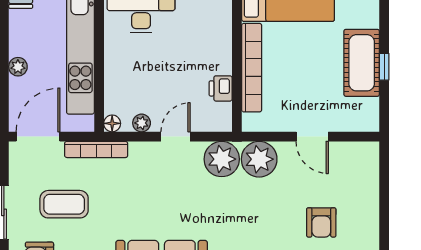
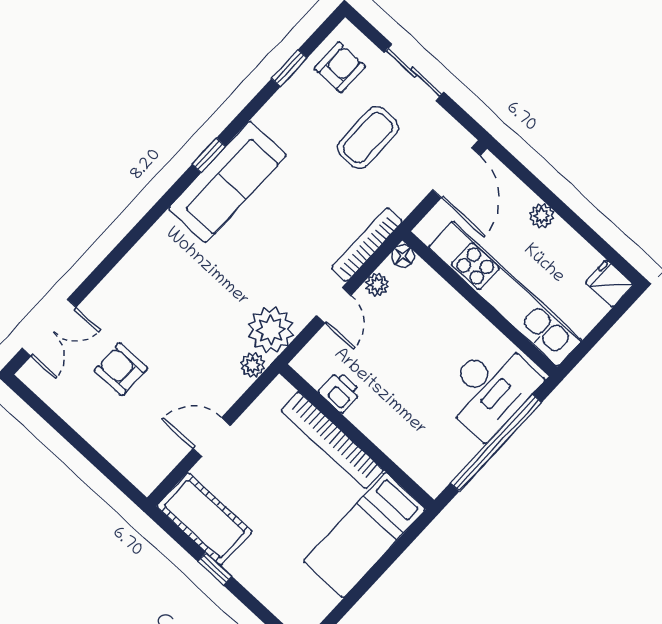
cot: (362, 63) -> (204, 519), moved
bookcase: (96, 149) -> (367, 245), moved
plant: (259, 159) -> (253, 365), width x0.53, depth x0.53

